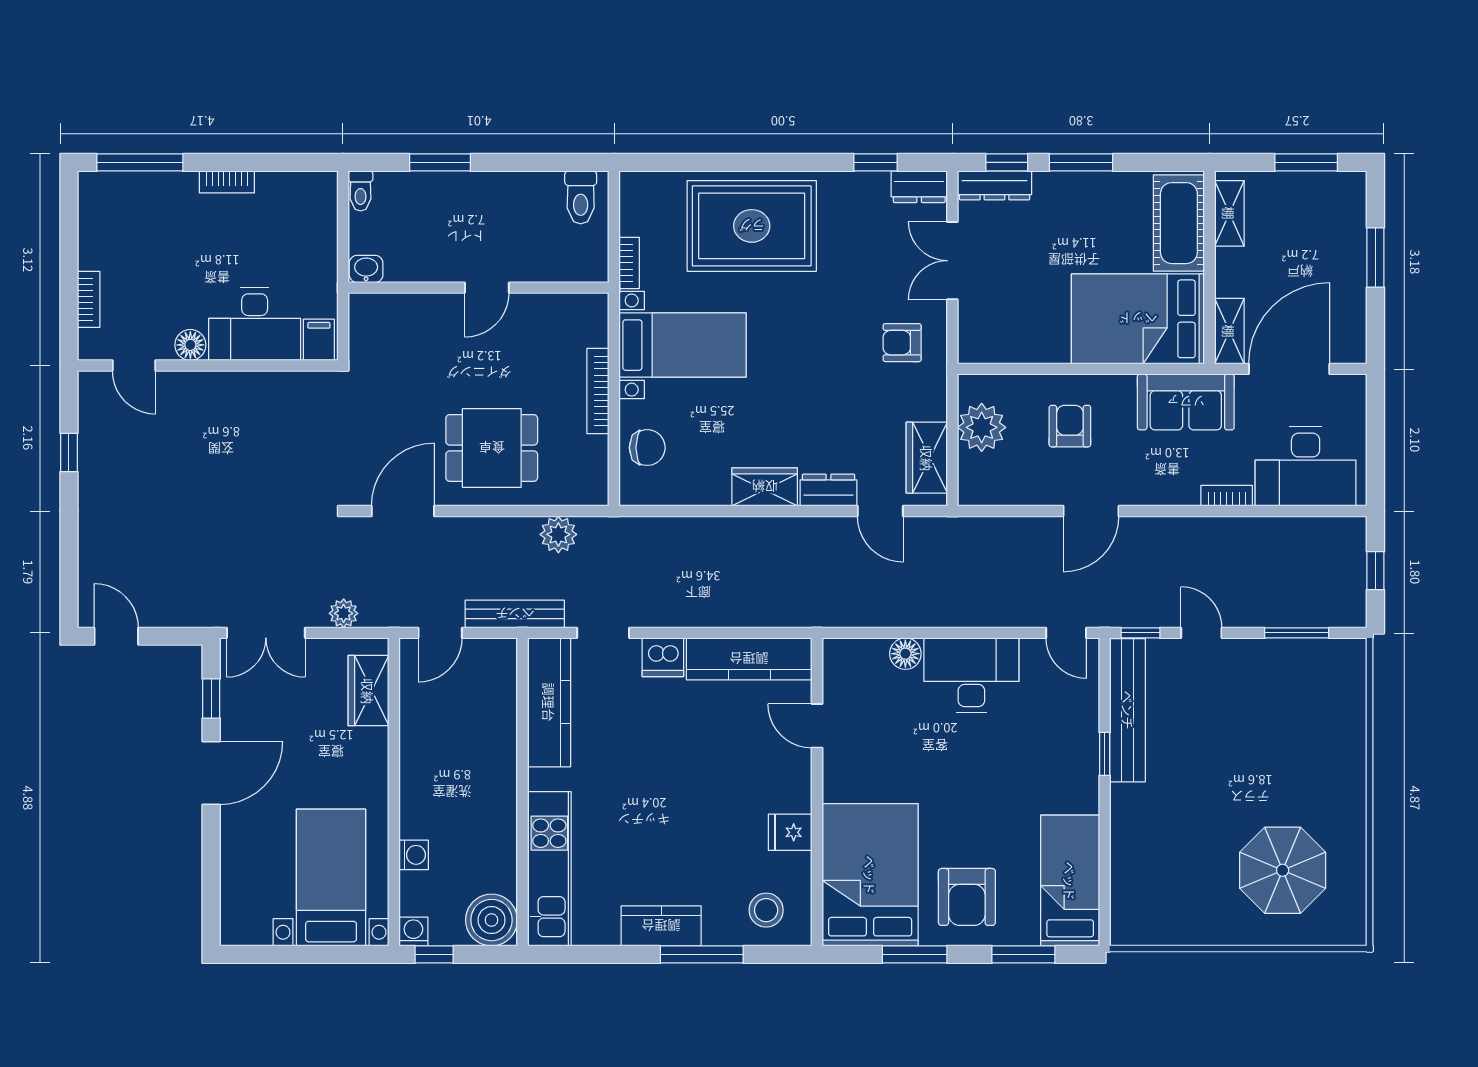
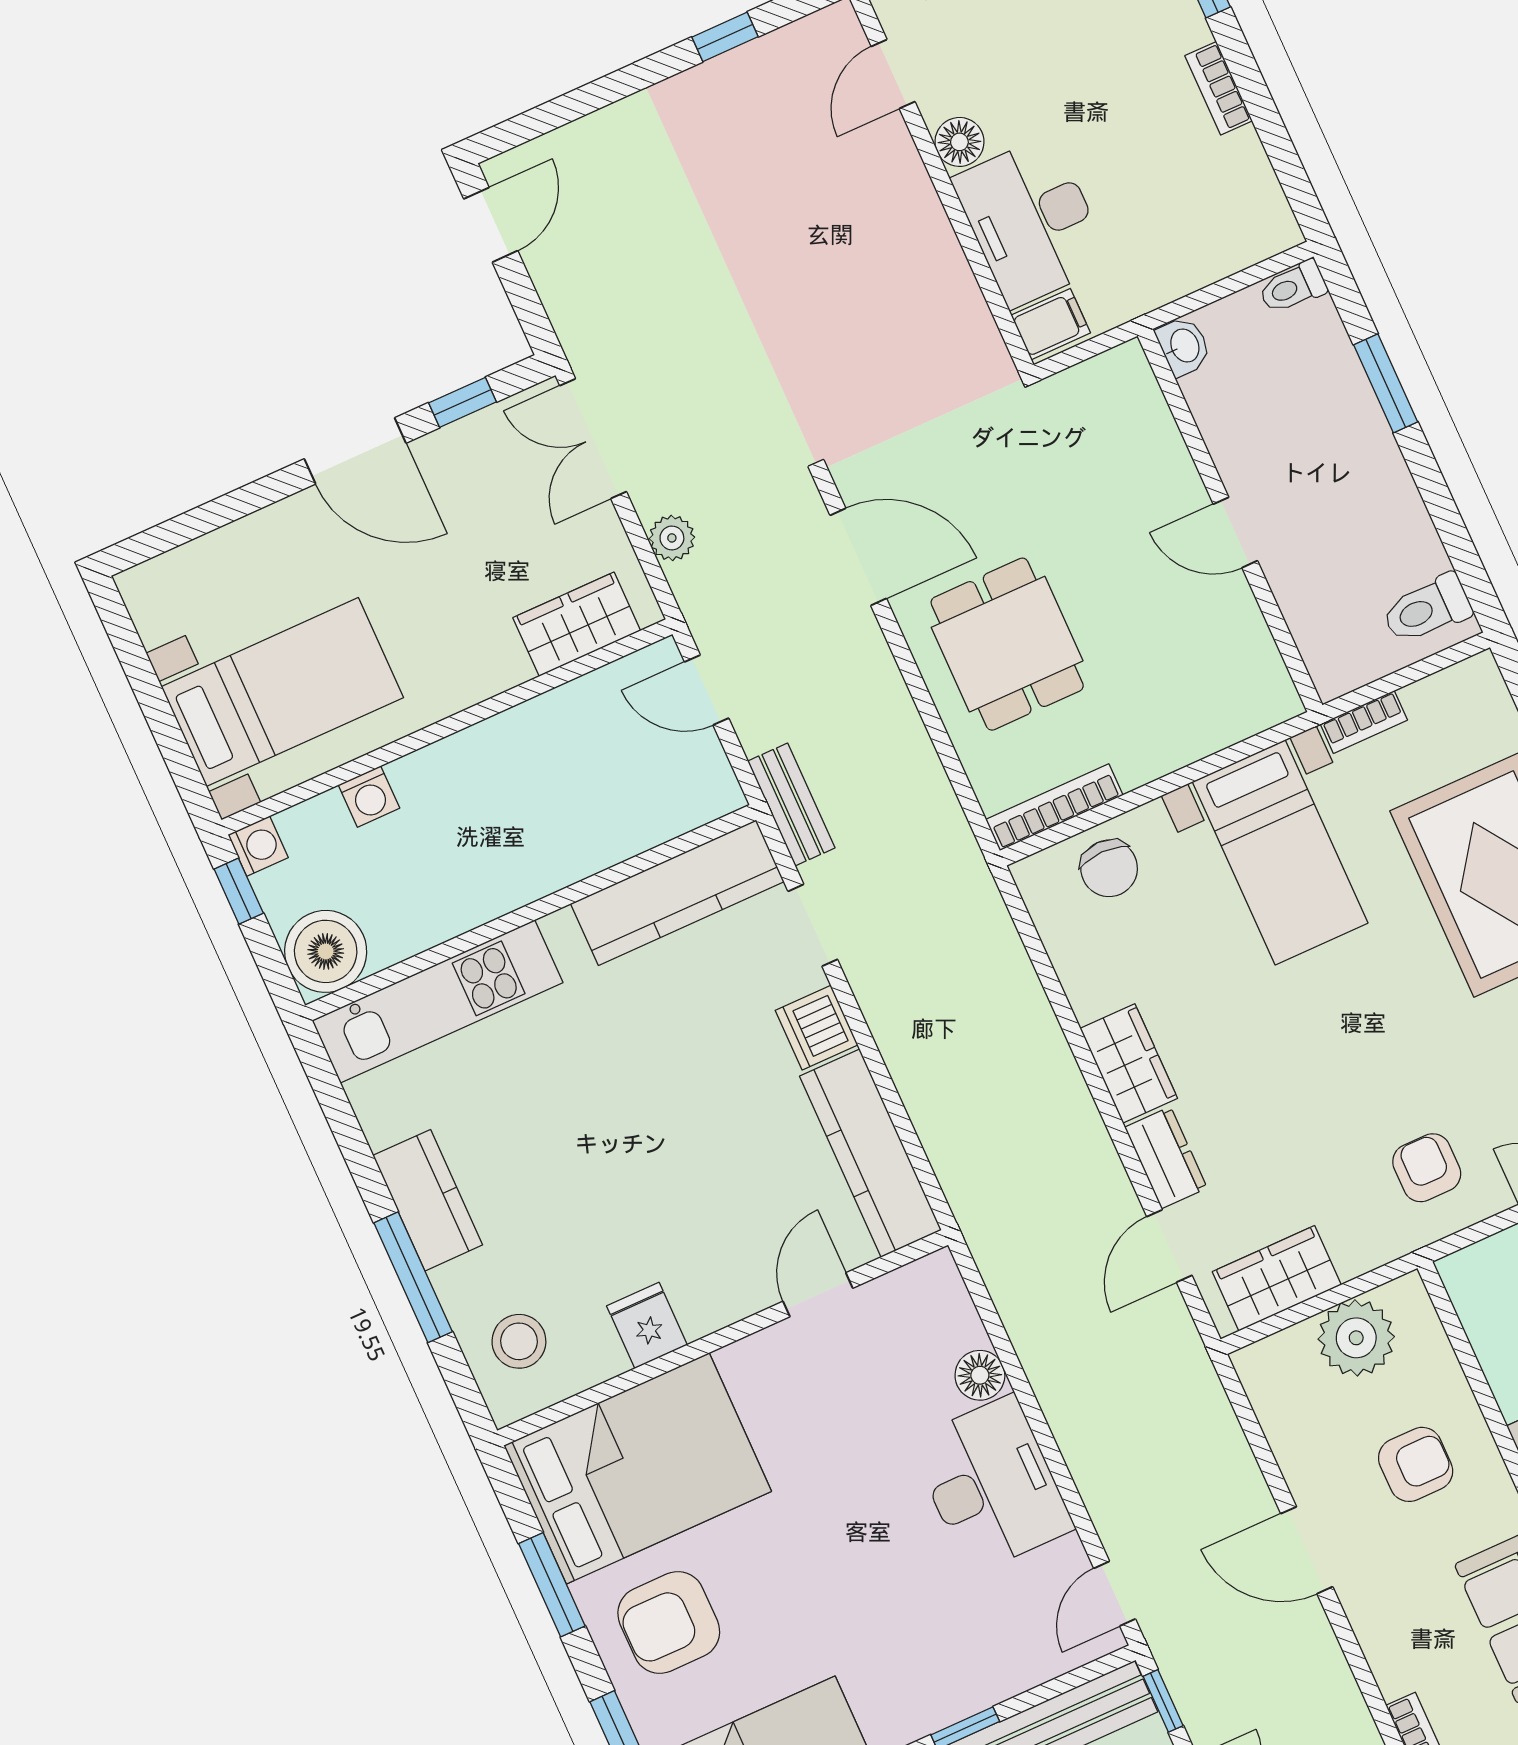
bookcase: (598, 391) -> (1054, 807), moved
plant: (558, 534) -> (926, 797), removed
bench: (515, 614) -> (791, 805), width x0.73

